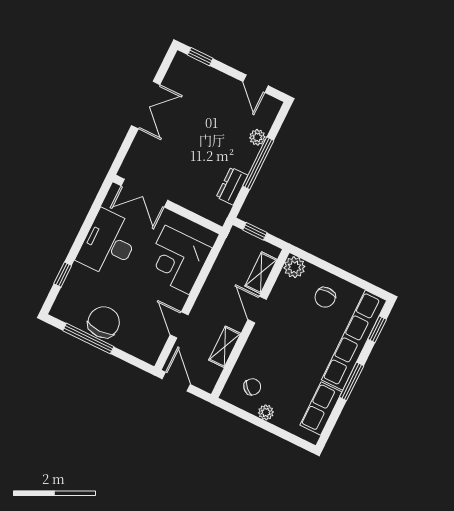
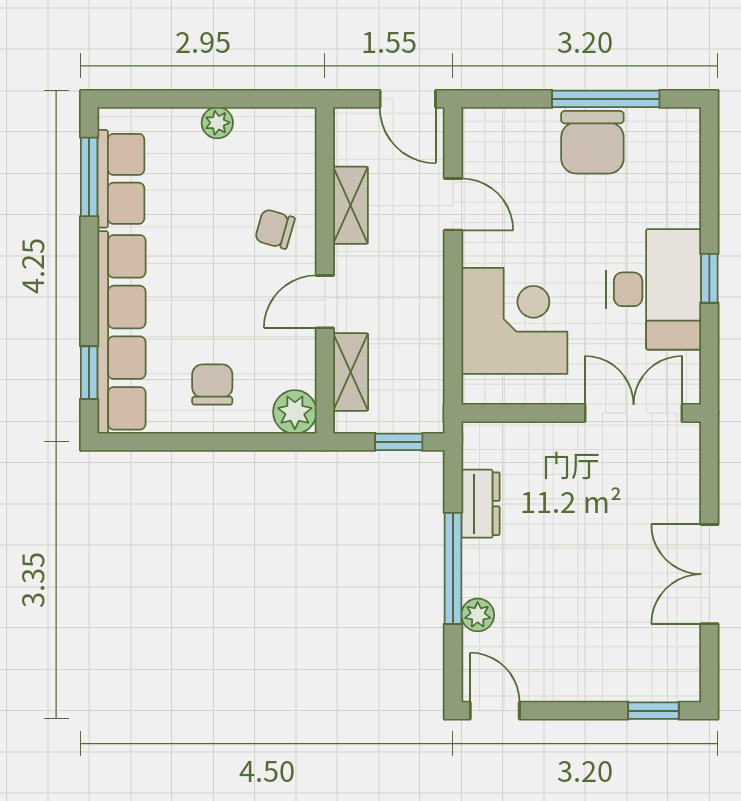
door: (256, 84) -> (495, 711), moved
window: (63, 275) -> (709, 278), moved
door: (257, 310) -> (325, 302), swing flipped
window: (352, 381) -> (89, 177), moved
chair: (252, 387) -> (275, 229), moved, turned 61

